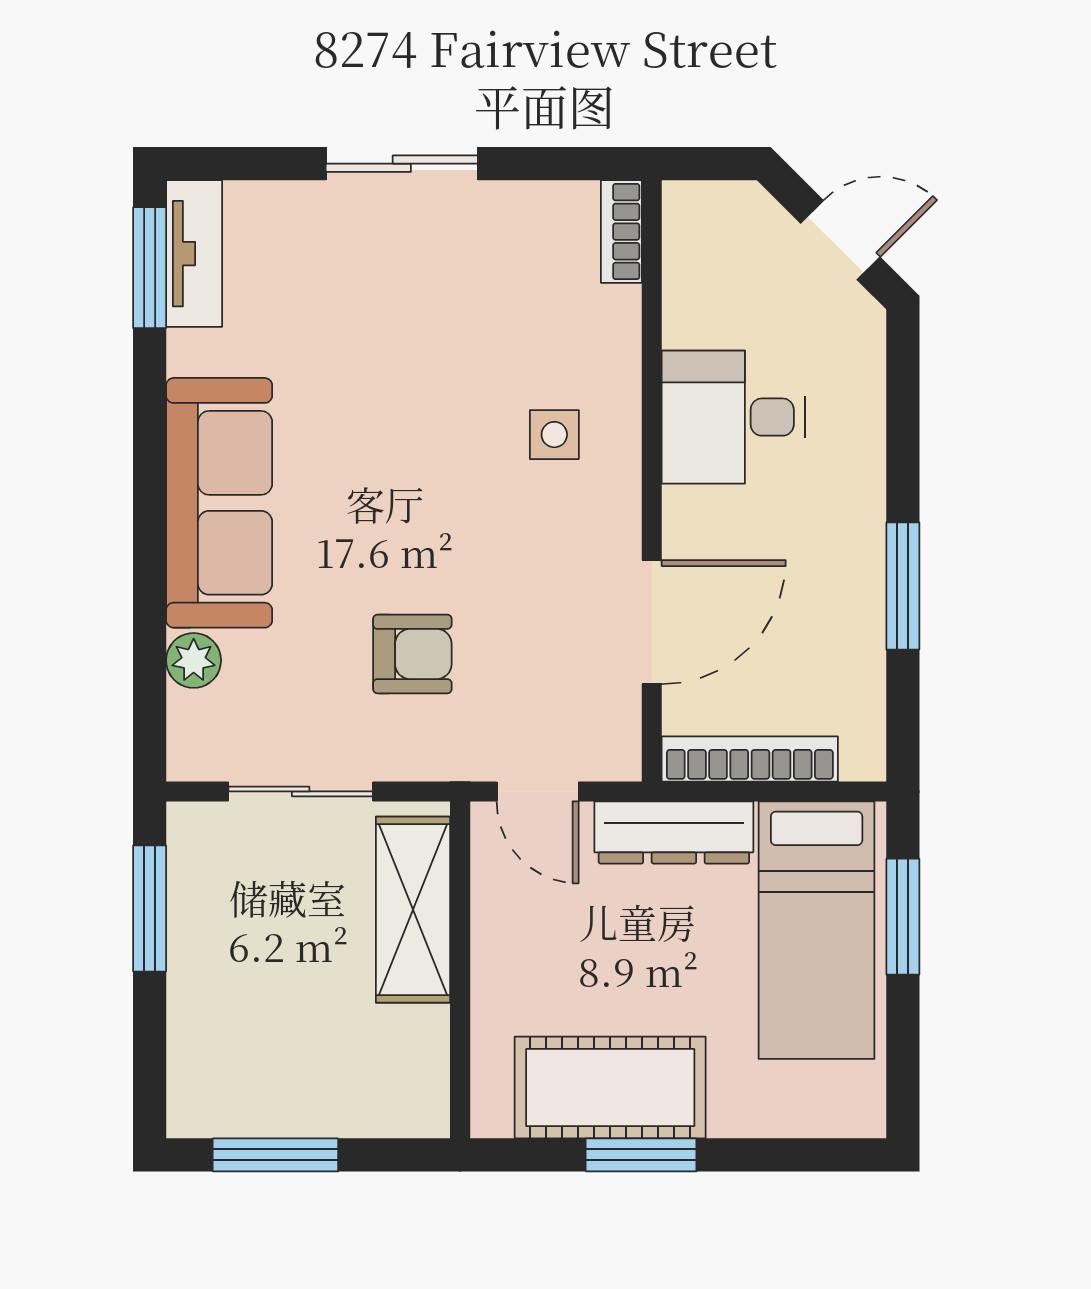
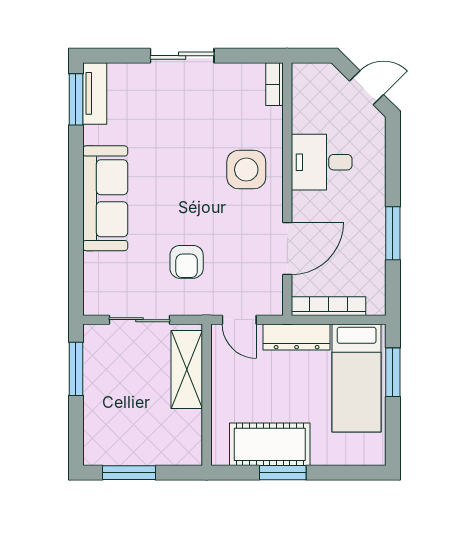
side table: (554, 435) -> (246, 170), width x1.87, depth x1.87
armchair: (412, 654) -> (187, 262), turned 90
plant: (194, 660) -> (94, 265), removed

